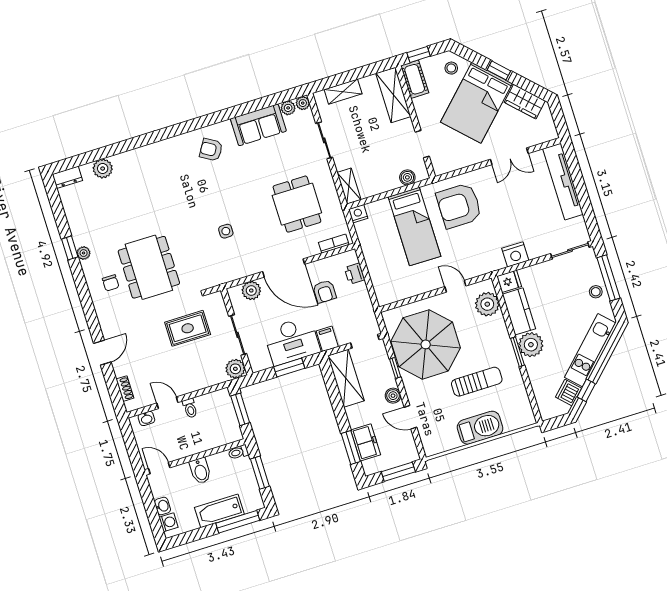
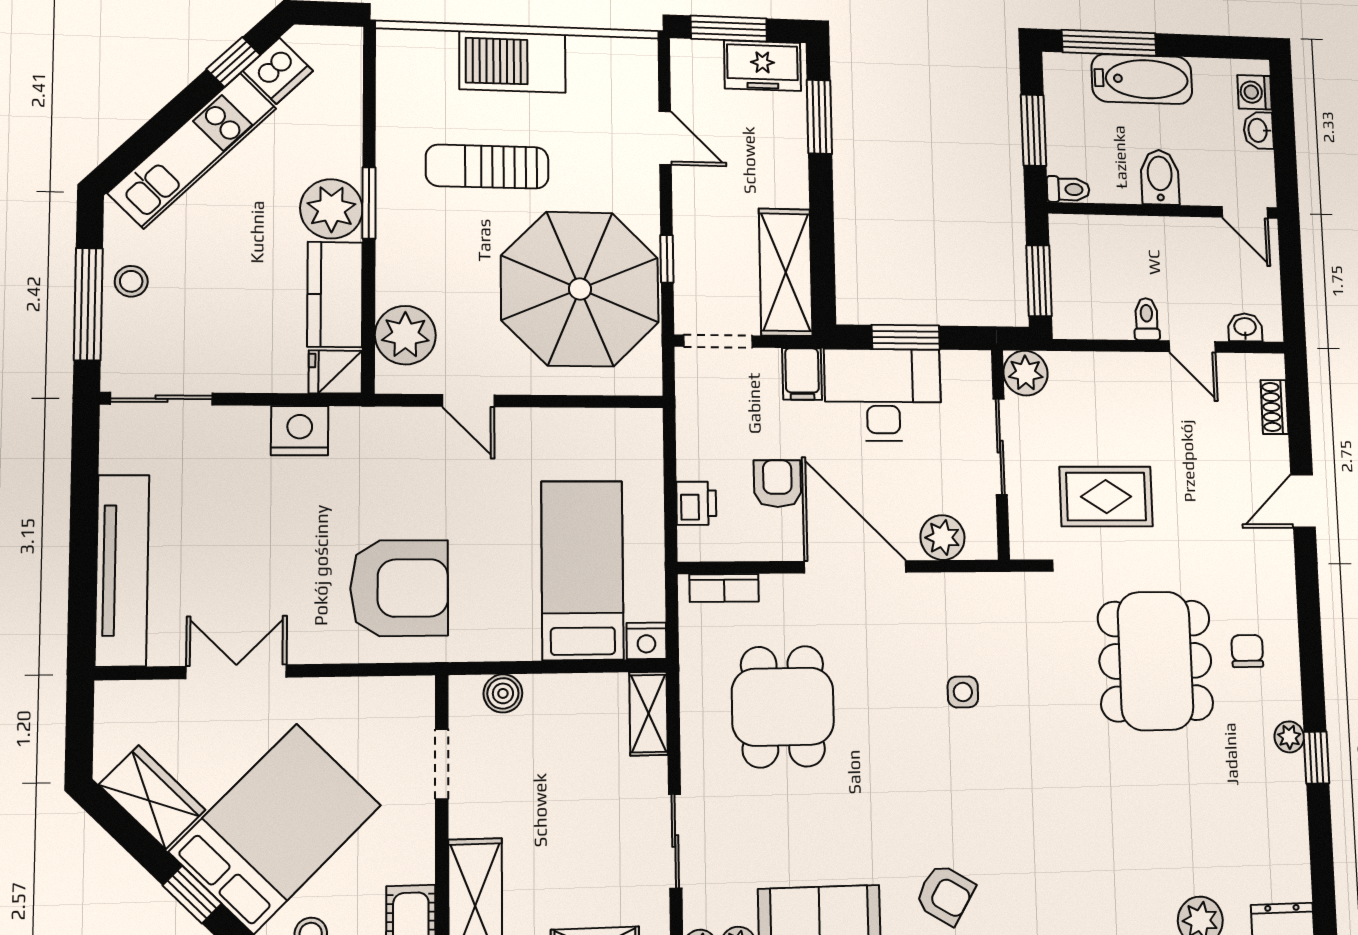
bed: (414, 227) -> (582, 570), moved
boiler: (393, 396) -> (690, 199), removed
freezer: (366, 442) -> (763, 66), moved, turned -90

